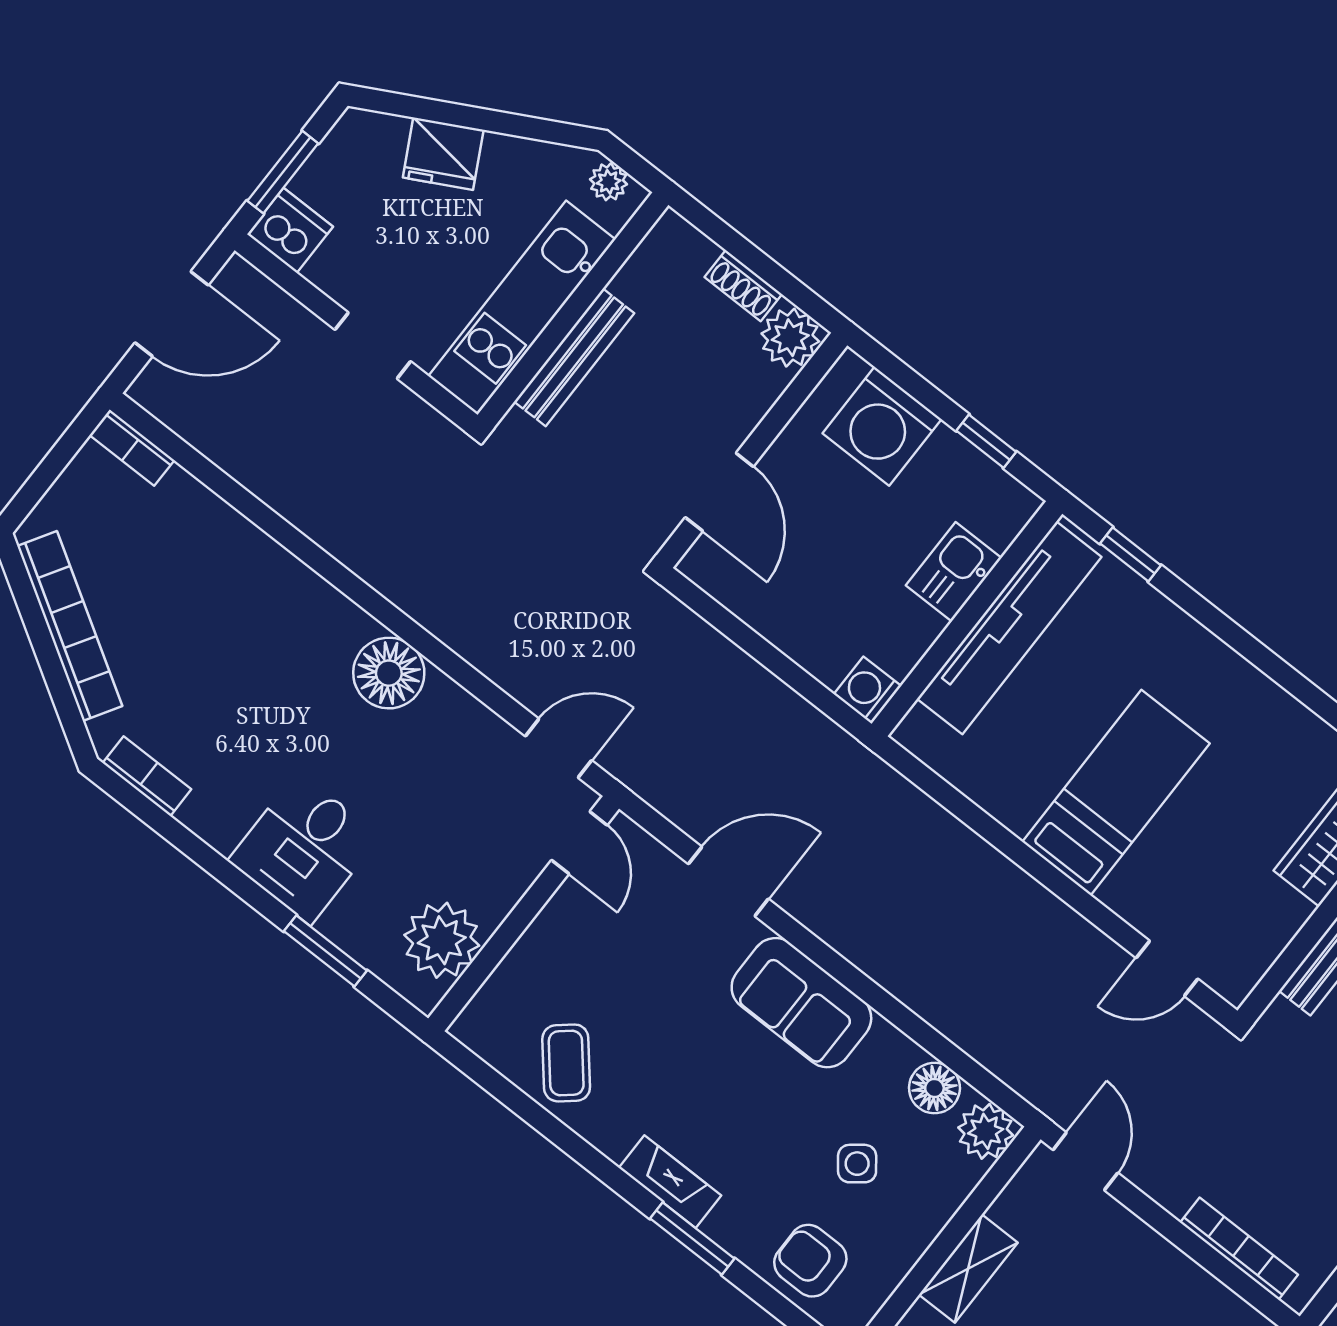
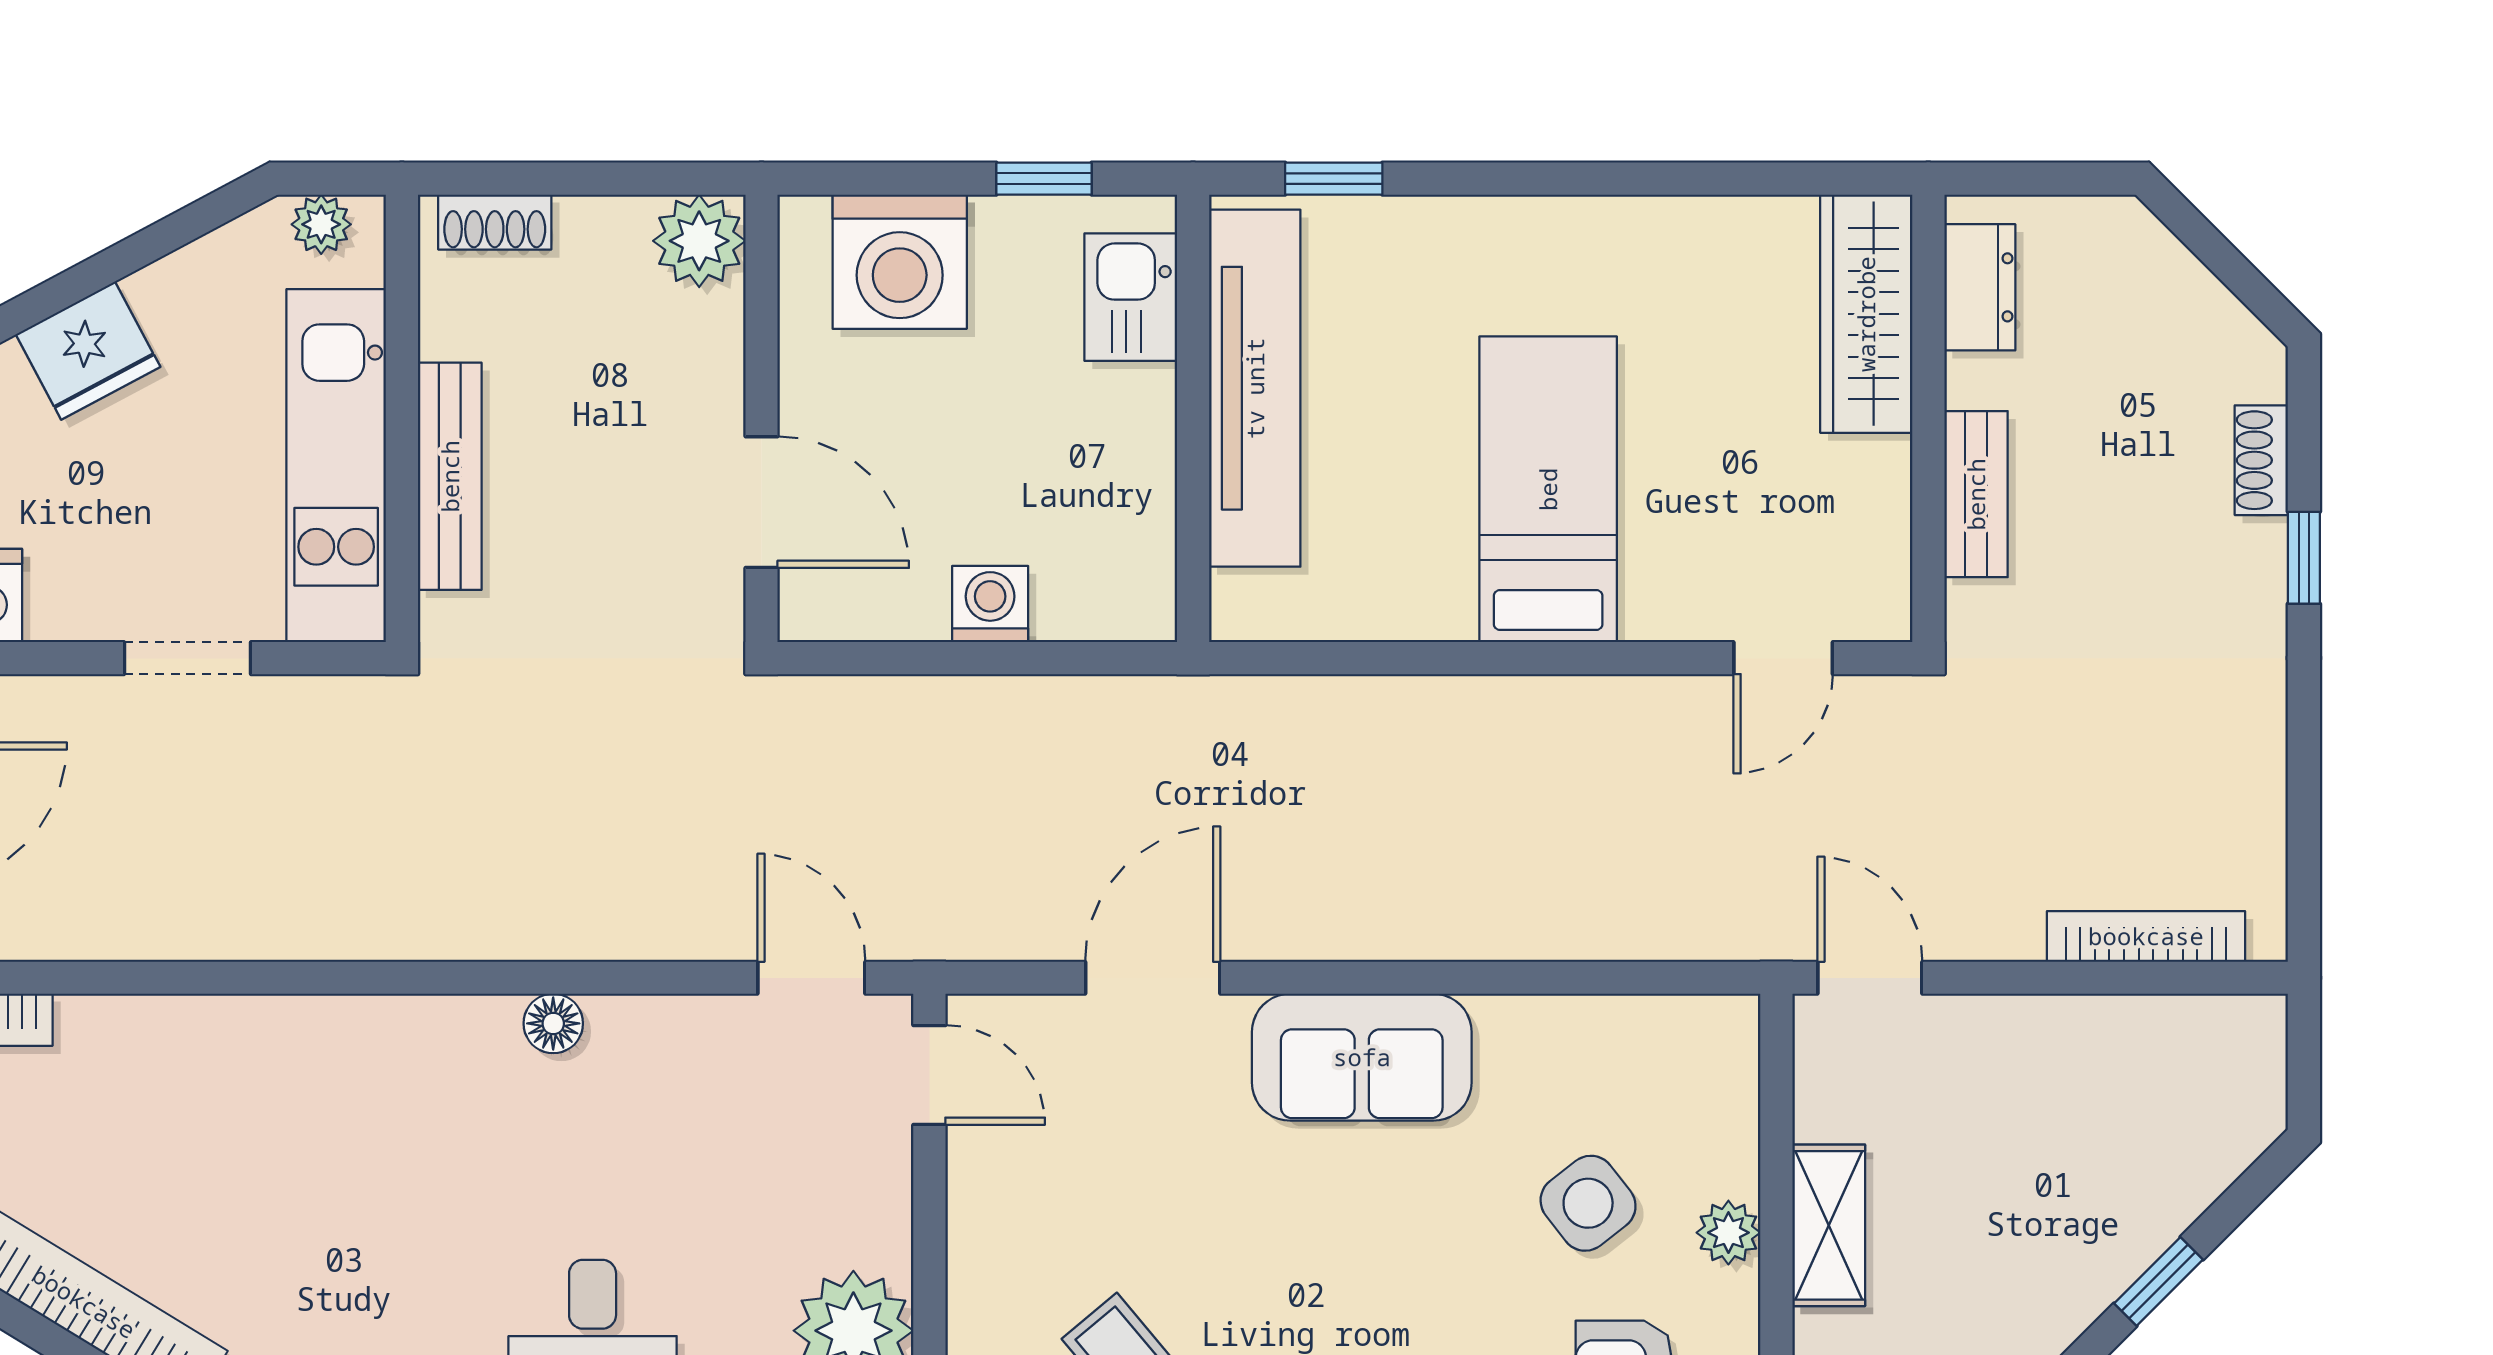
shoe rack: (743, 286) -> (495, 222), moved
kitchen sink: (954, 572) -> (1131, 297), moved
floor lamp: (389, 673) -> (553, 1023), width x0.53, depth x0.53
washing machine: (867, 690) -> (990, 604), moved, turned 90
door: (559, 748) -> (811, 978), hinge flipped
floor lamp: (934, 1088) -> (1611, 1034), removed
plant: (986, 1131) -> (1728, 1233), moved, width x0.73, depth x0.73
side table: (857, 1164) -> (1588, 1203), width x1.37, depth x1.37

